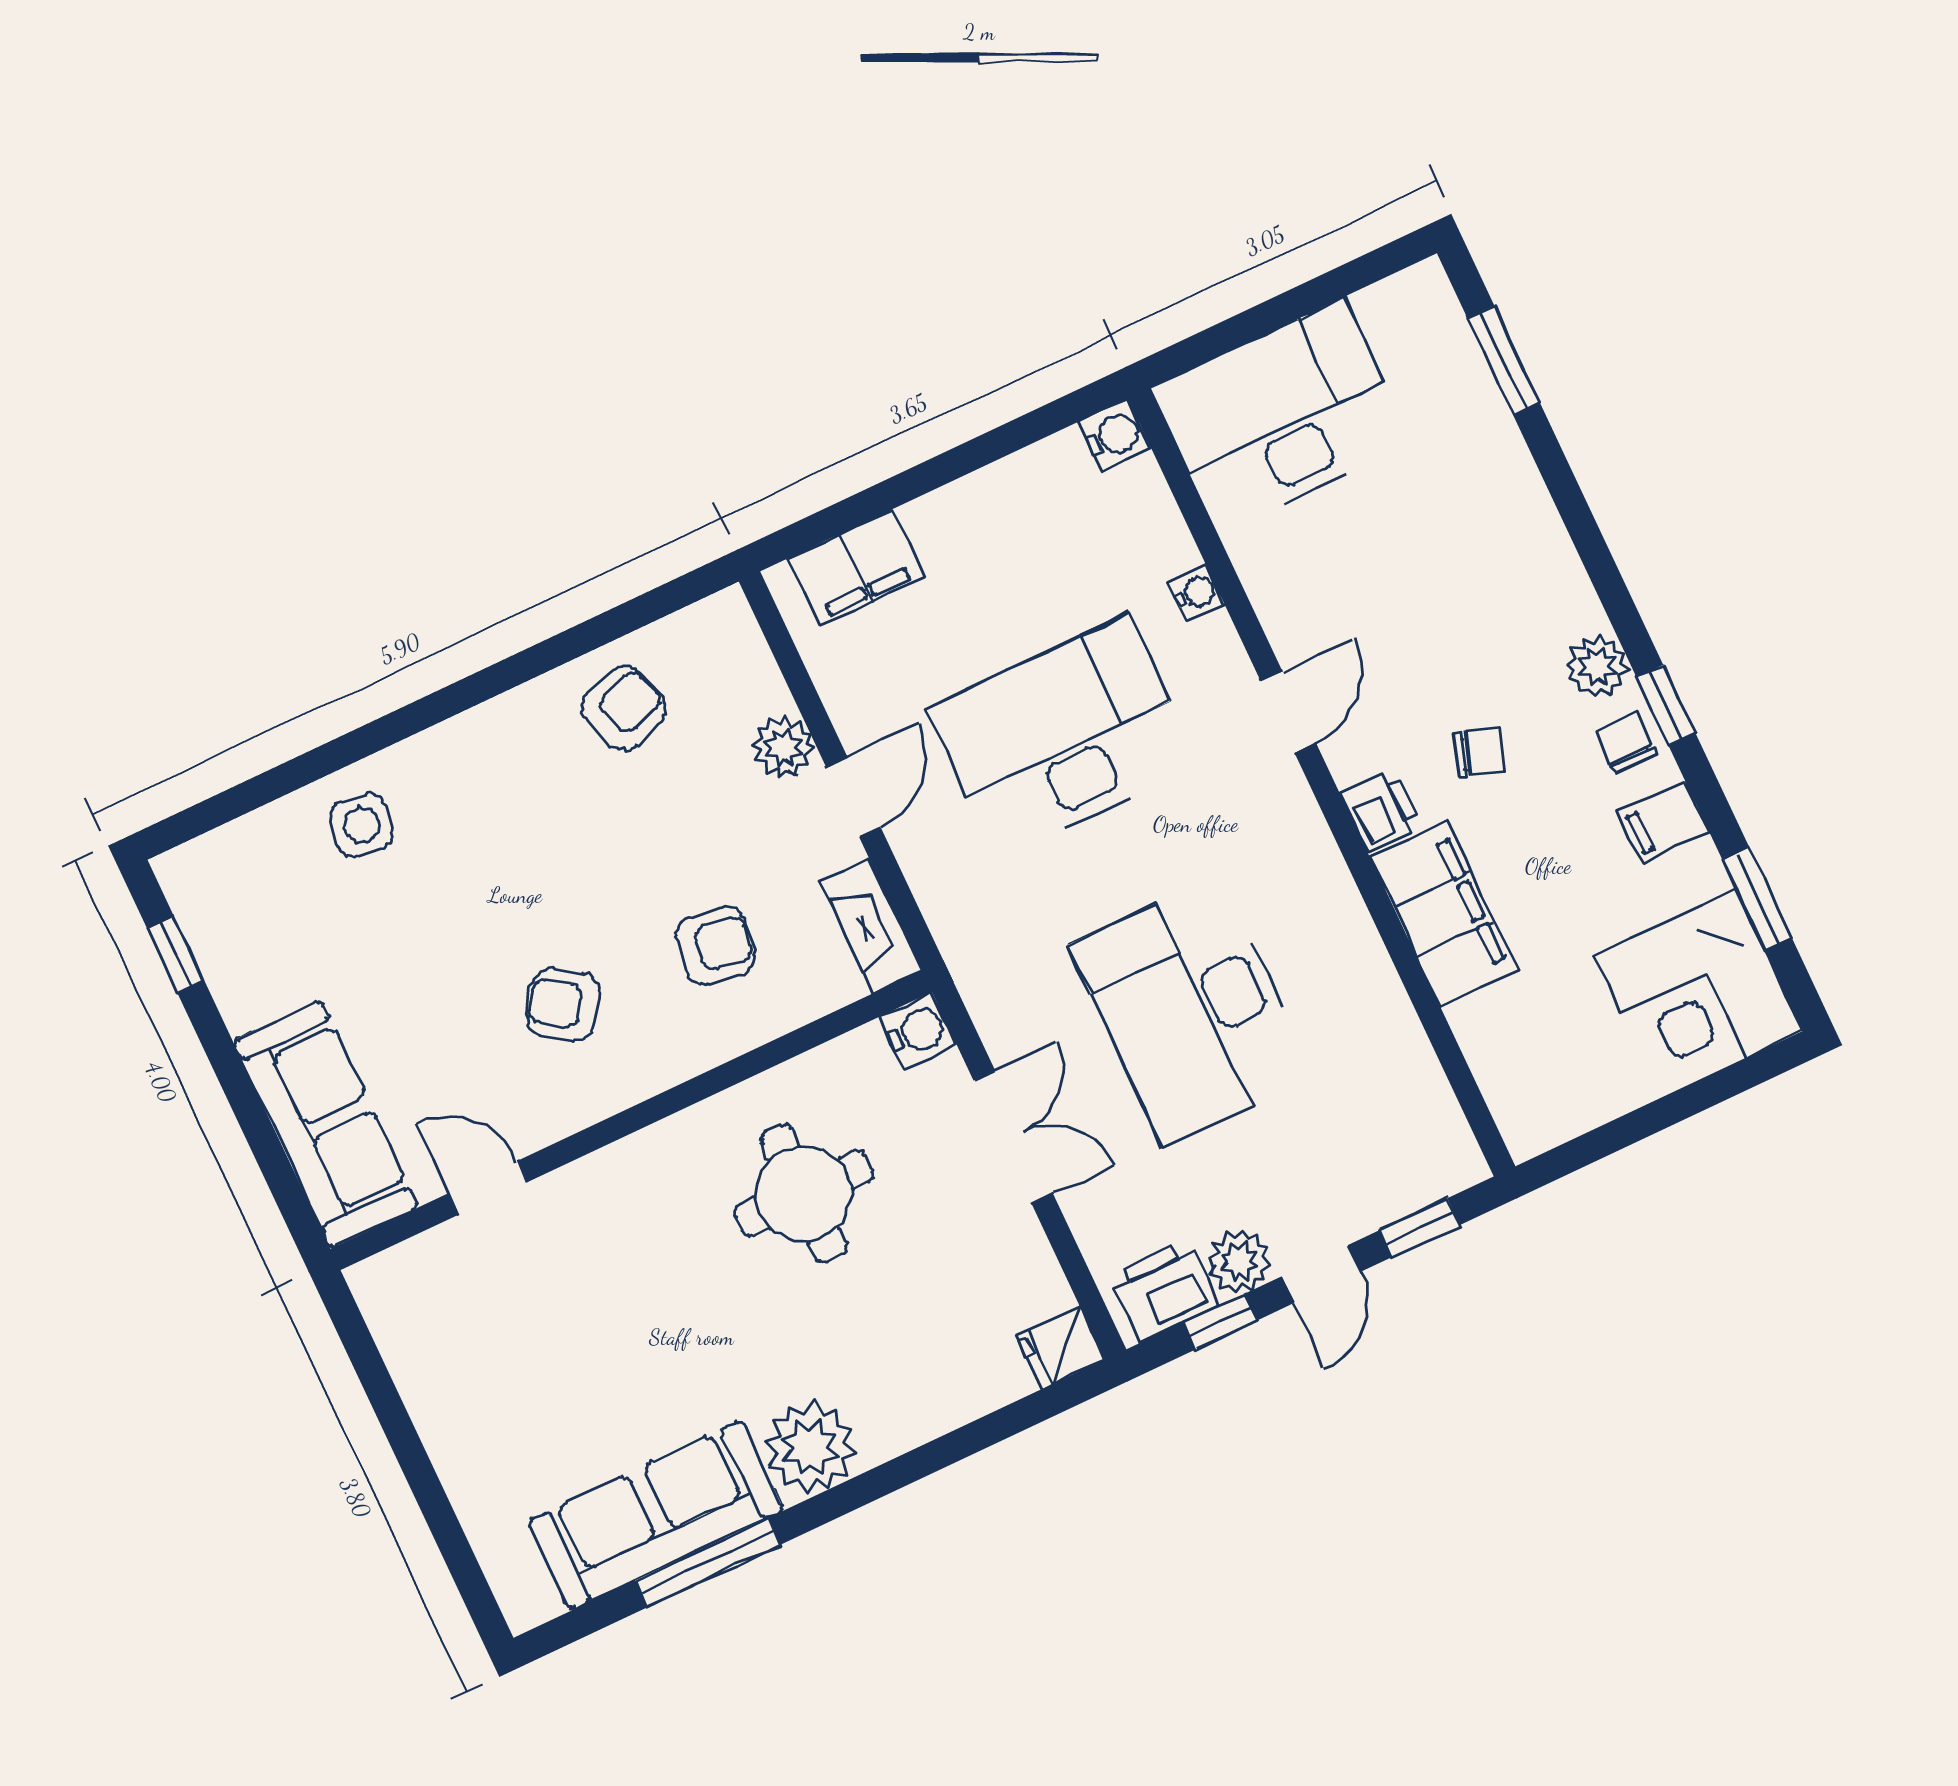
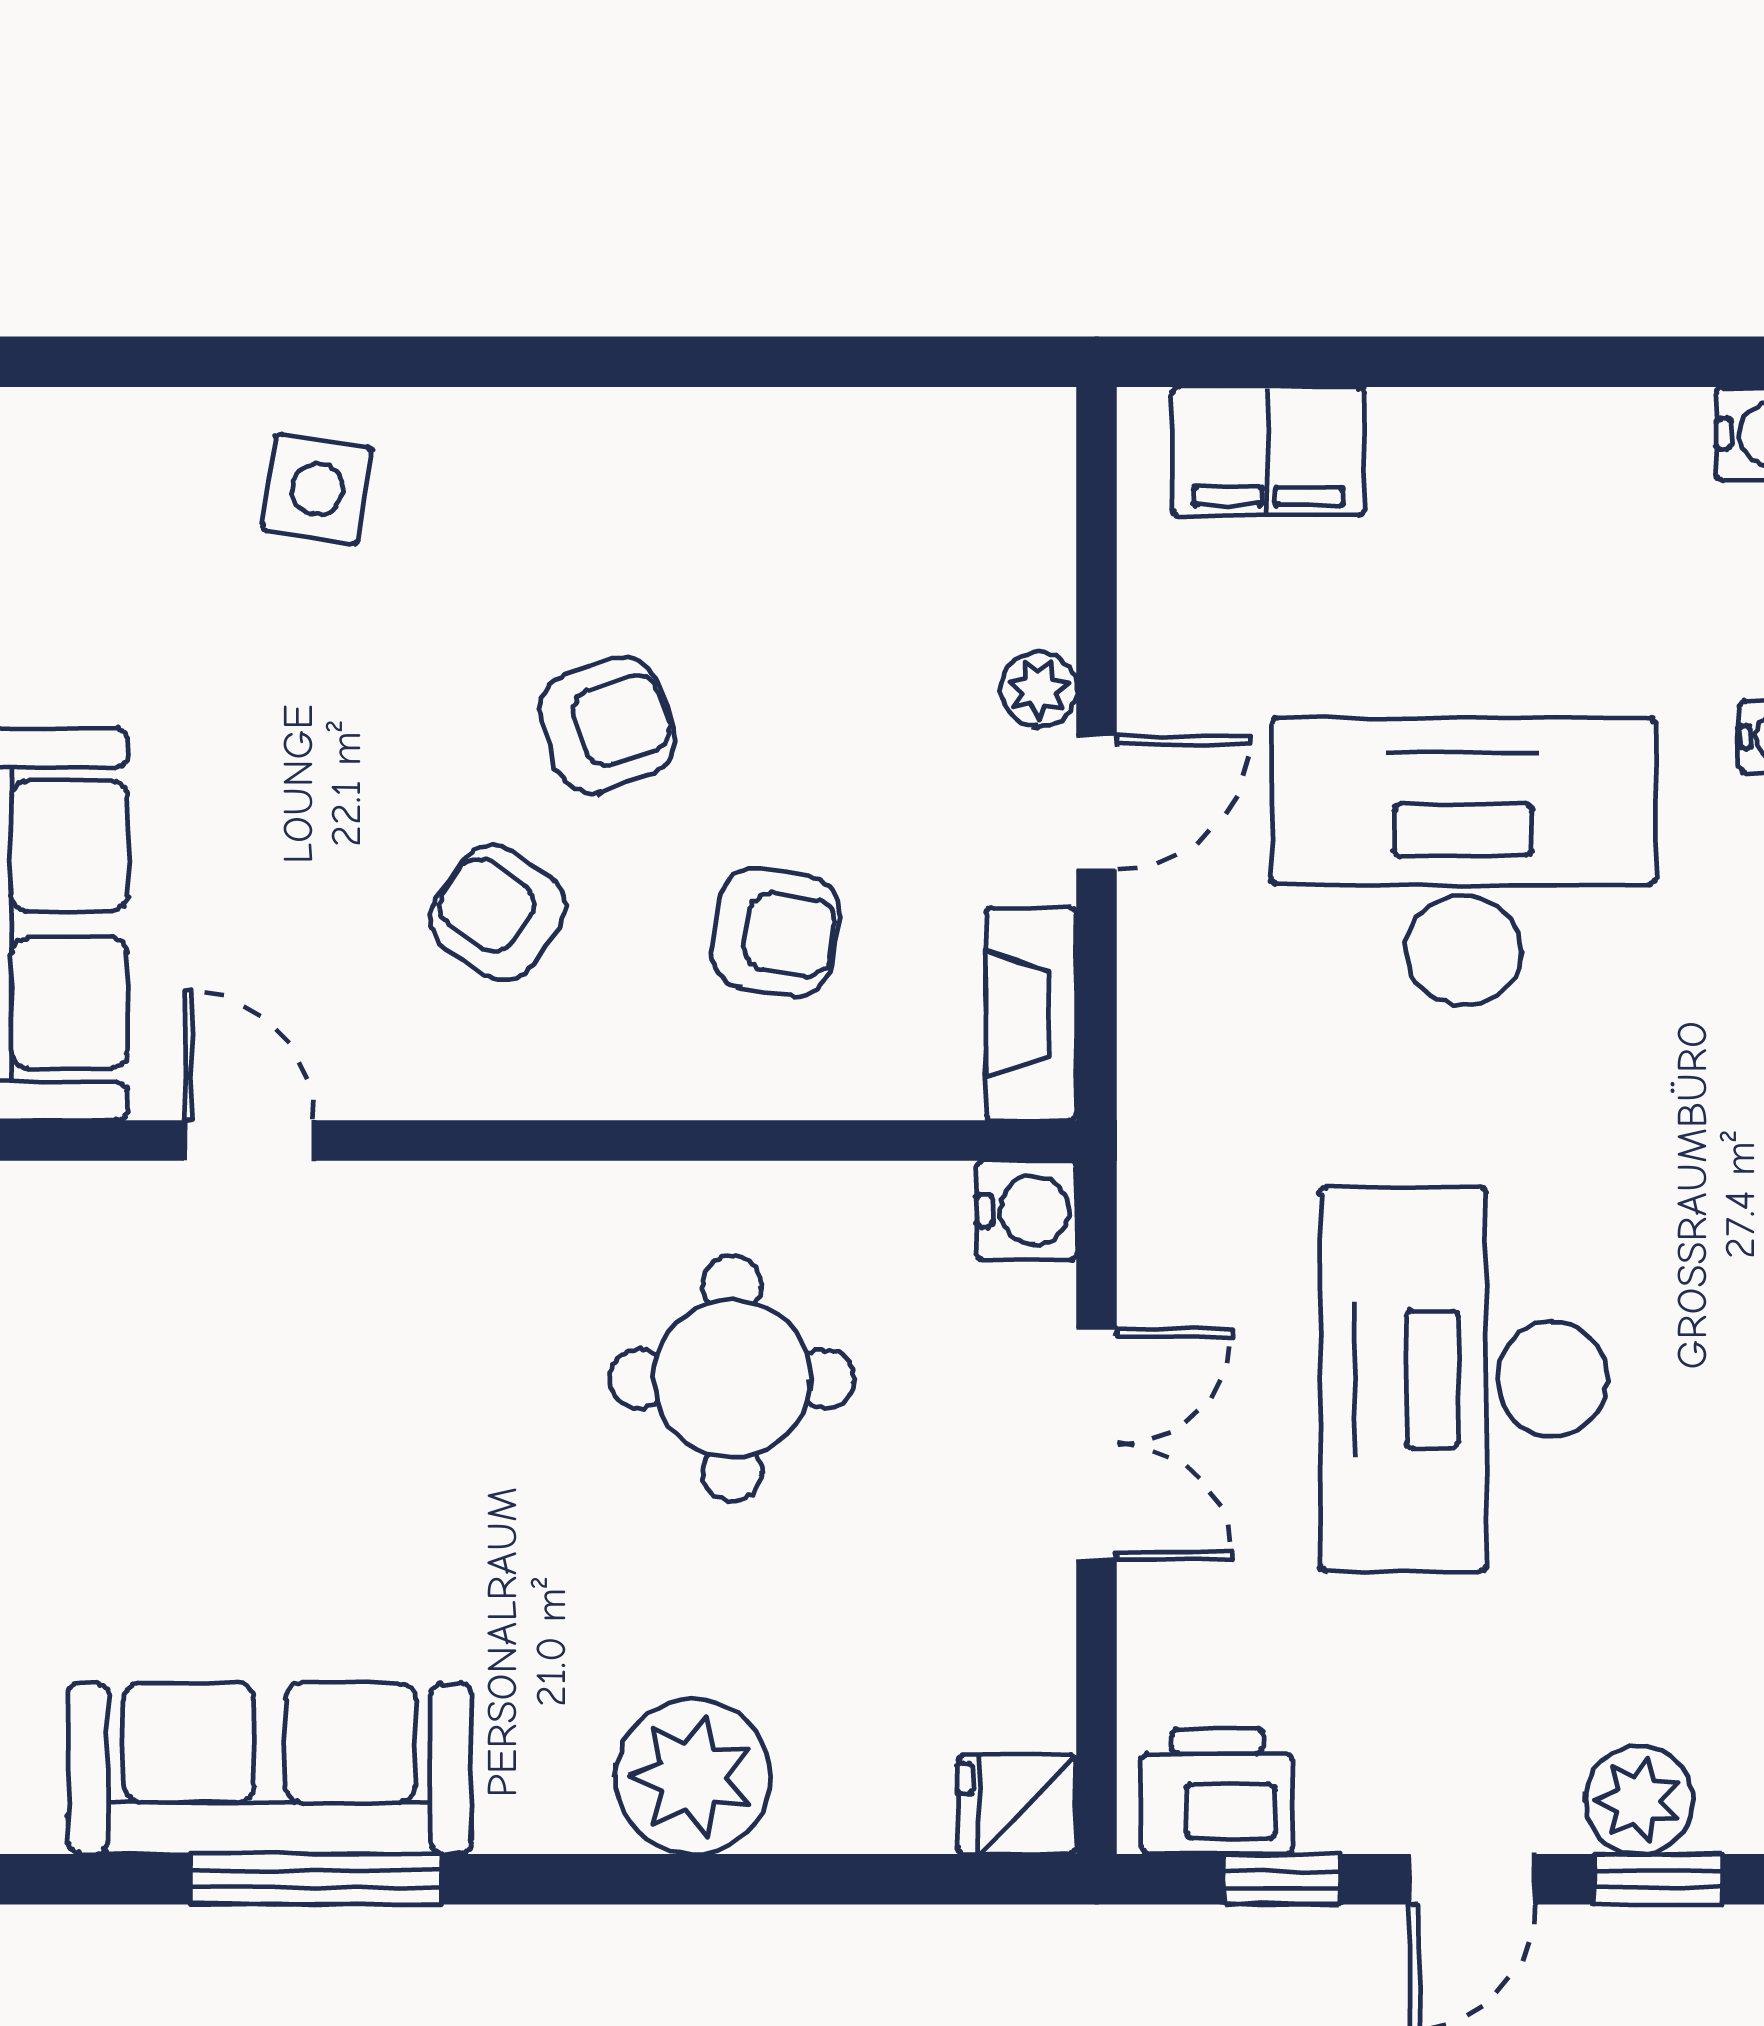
armchair: (624, 708) -> (607, 725), moved
plant: (783, 747) -> (1039, 689), width x0.73, depth x0.73
plant: (1239, 1261) -> (1639, 1800), moved
plant: (810, 1448) -> (693, 1776), moved

